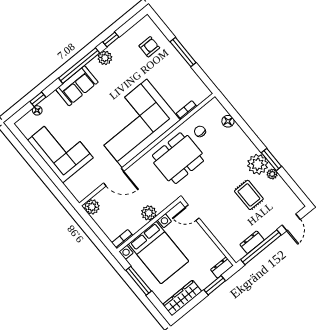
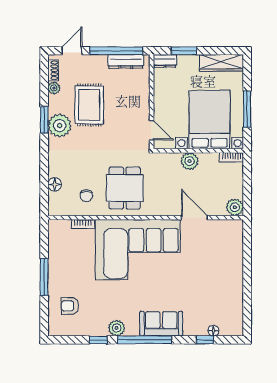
corner sofa: (60, 149) -> (221, 280), removed
dining table: (178, 158) -> (125, 188), width x0.73
plant: (272, 174) -> (54, 88), moved
rug: (249, 195) -> (89, 105), width x1.36, depth x1.43
shoe rack: (293, 198) -> (53, 70), added
dresser: (252, 242) -> (126, 61), width x1.44

